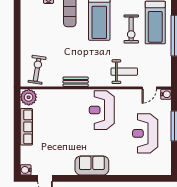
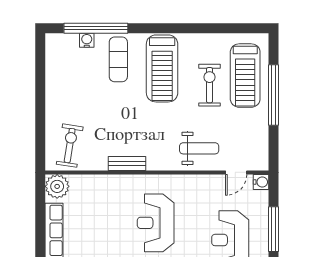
exercise bike: (131, 29) -> (210, 85), turned 180
reception desk: (102, 110) -> (156, 223), moved

